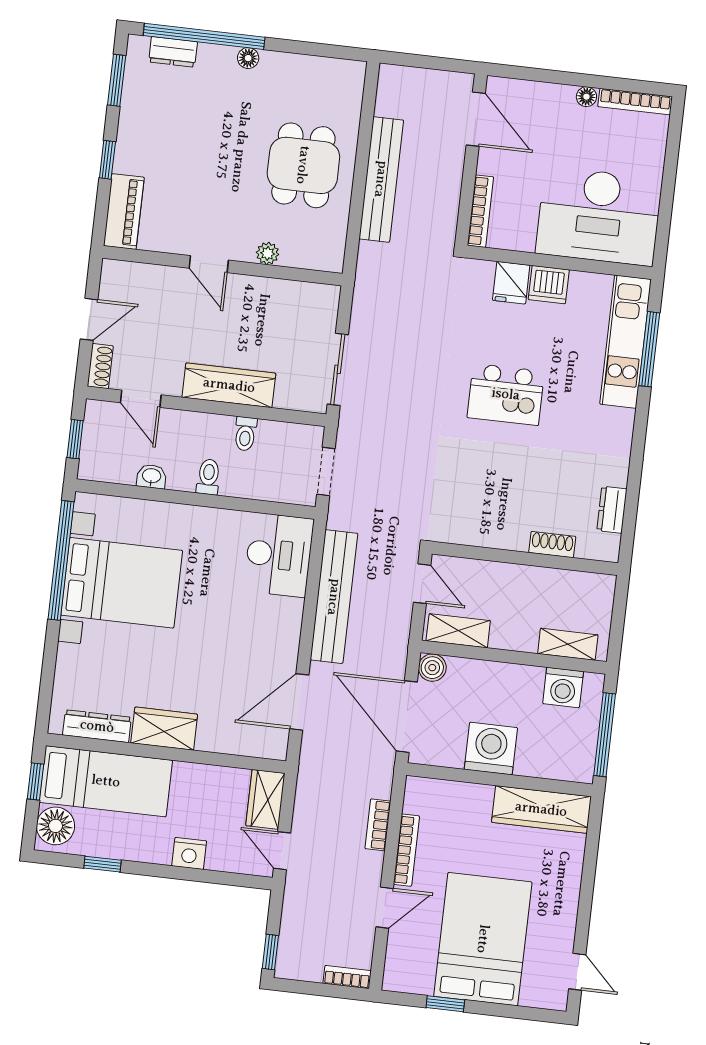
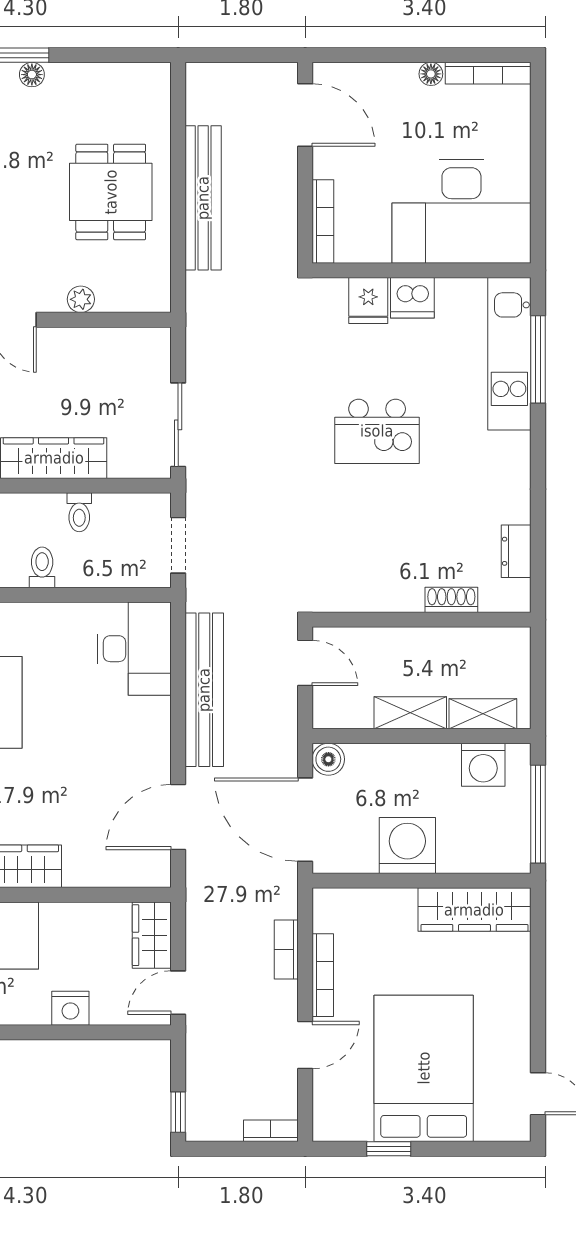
shelving: (458, 631) -> (410, 713), moved
door: (282, 851) -> (178, 993), hinge flipped

